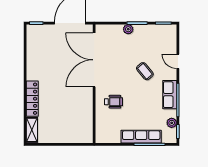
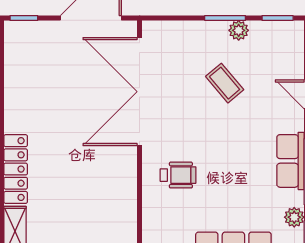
plant: (128, 29) -> (239, 30), moved
coffee table: (145, 71) -> (225, 83), moved

